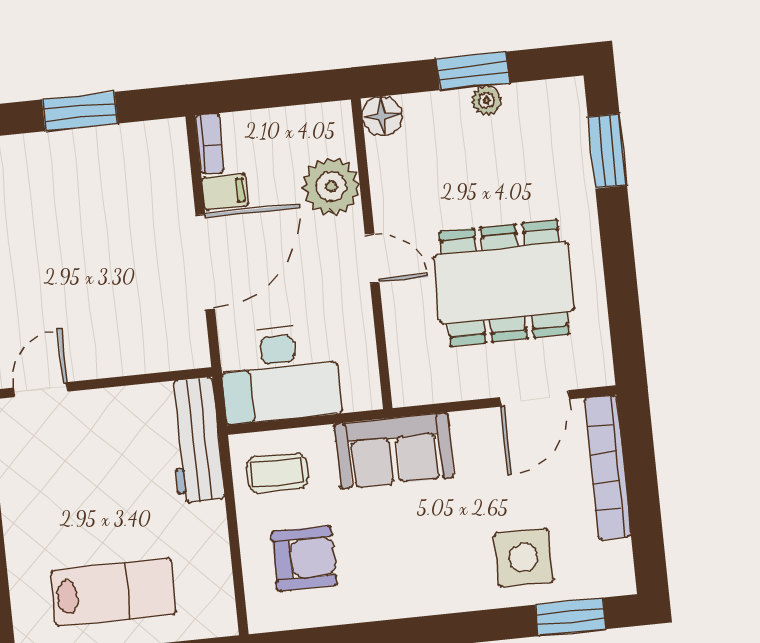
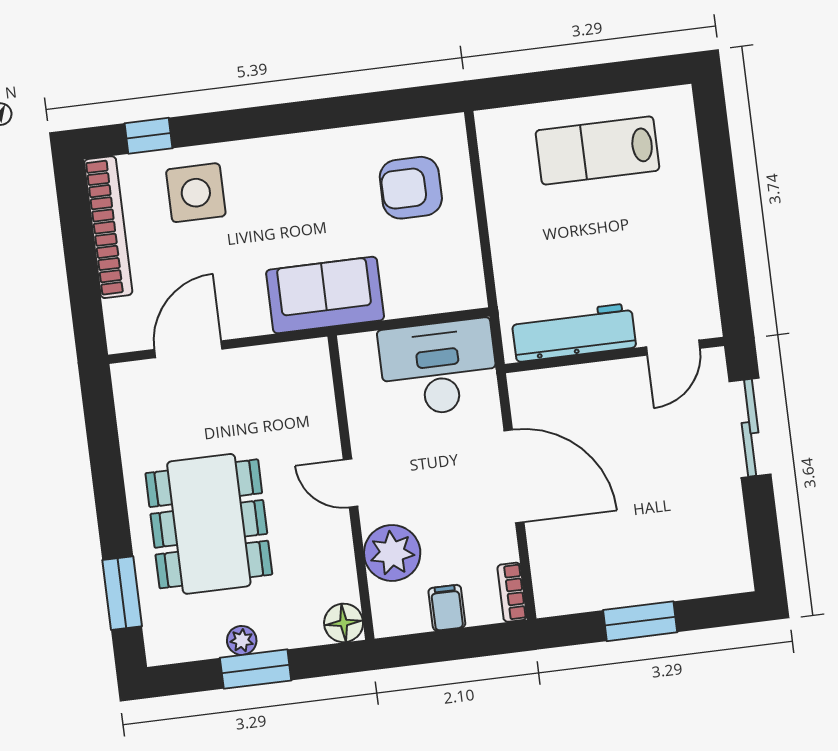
filing cabinet: (225, 192) -> (447, 608), moved, turned 90
door: (205, 262) -> (514, 476), swing flipped
dining table: (504, 283) -> (209, 524), moved, turned 90
workbench: (196, 440) -> (574, 333), moved, turned -90
bookcase: (608, 467) -> (108, 227), moved
coffee table: (277, 473) -> (439, 271), removed
window: (571, 617) -> (149, 136), width x0.67

